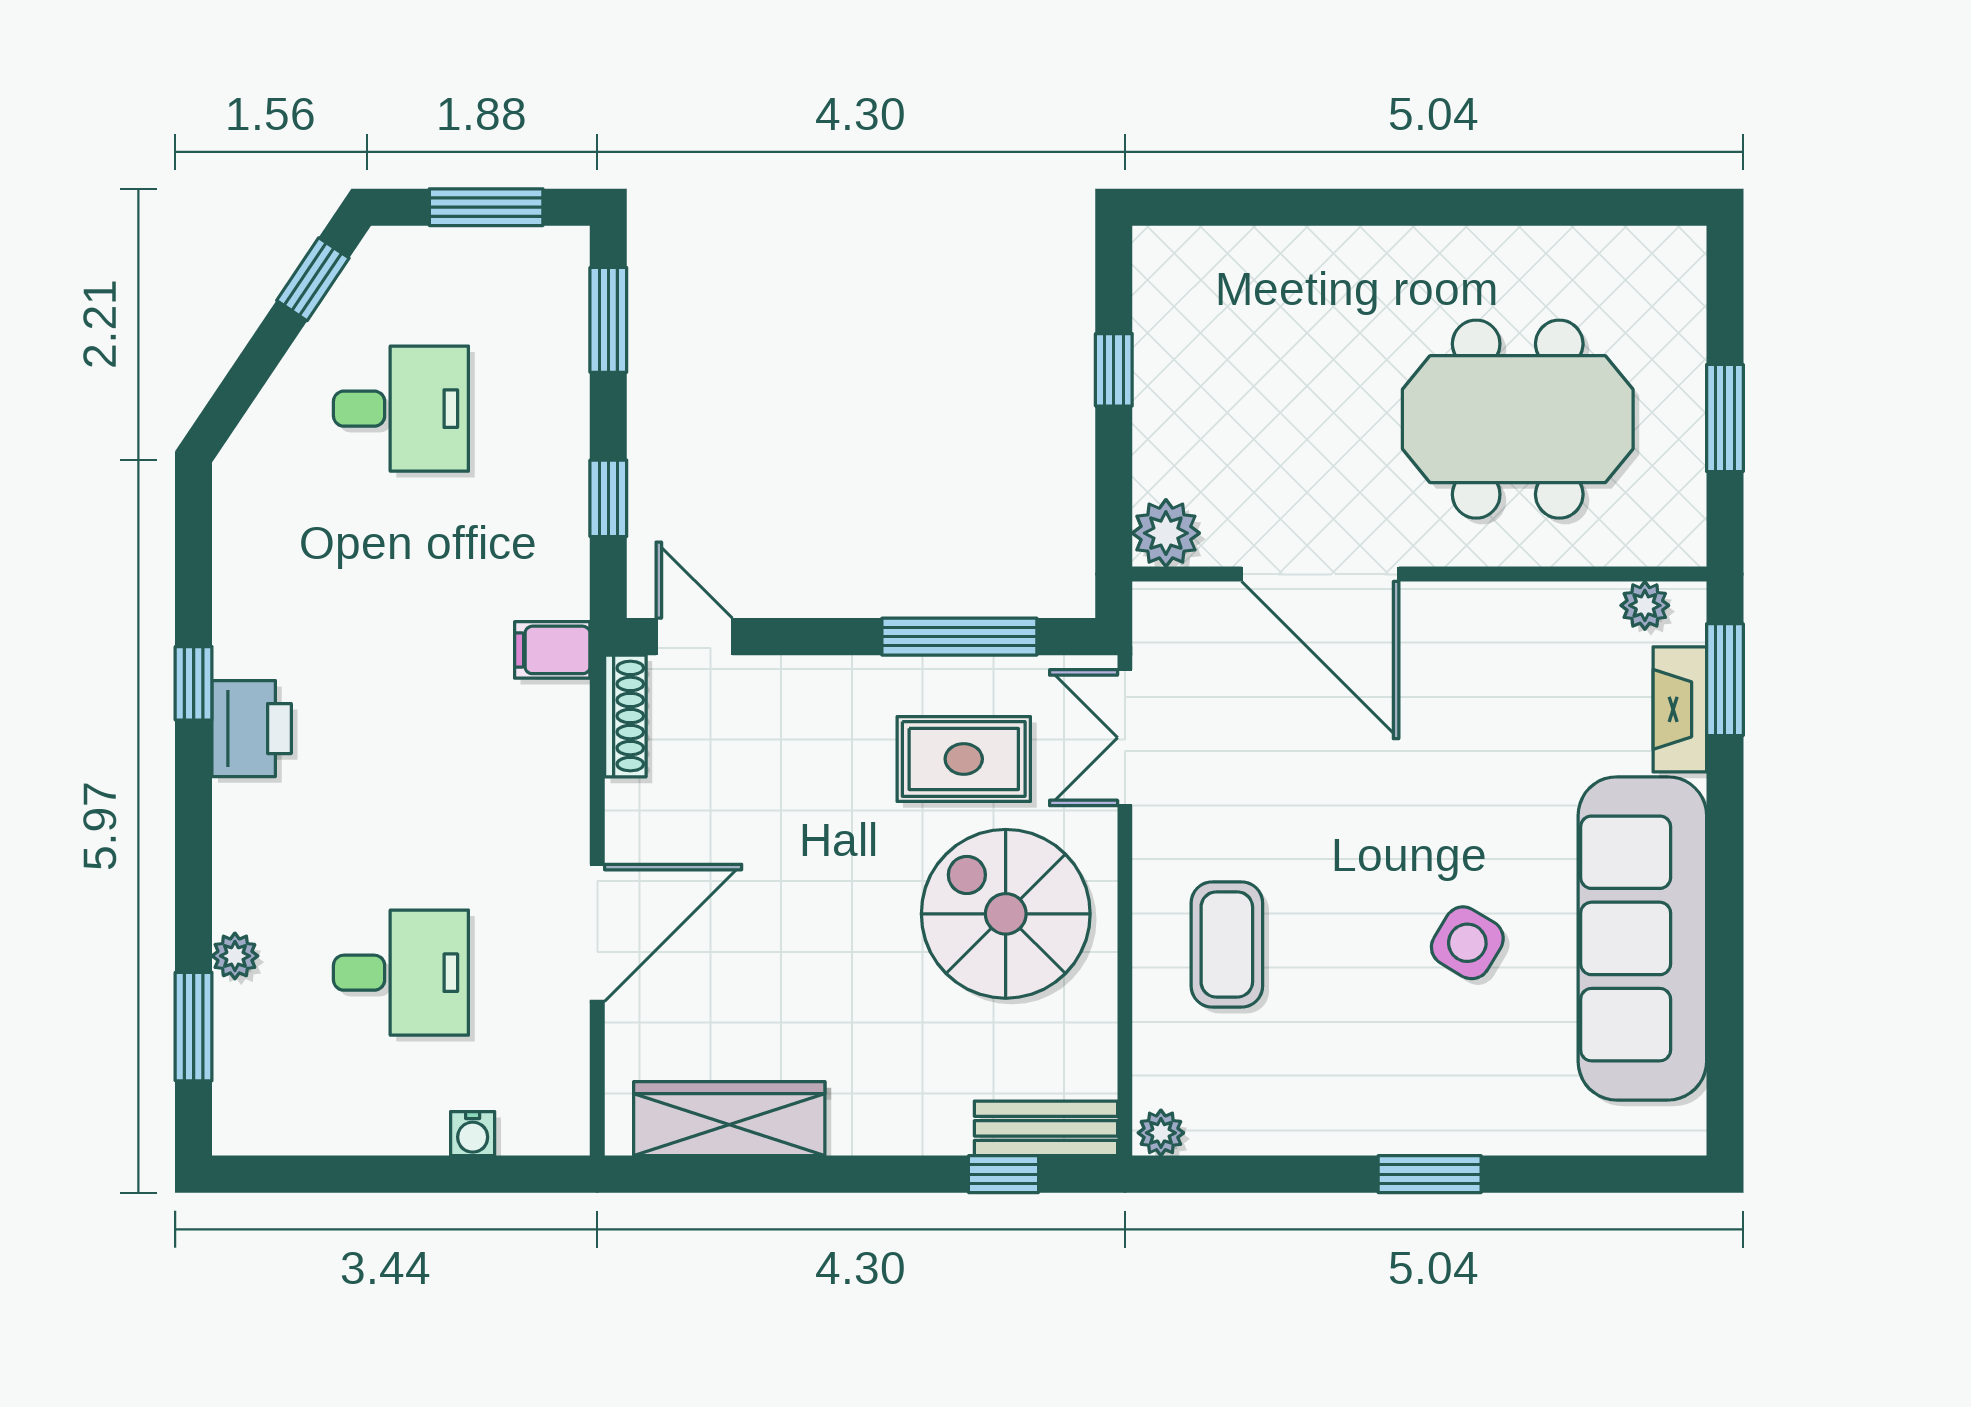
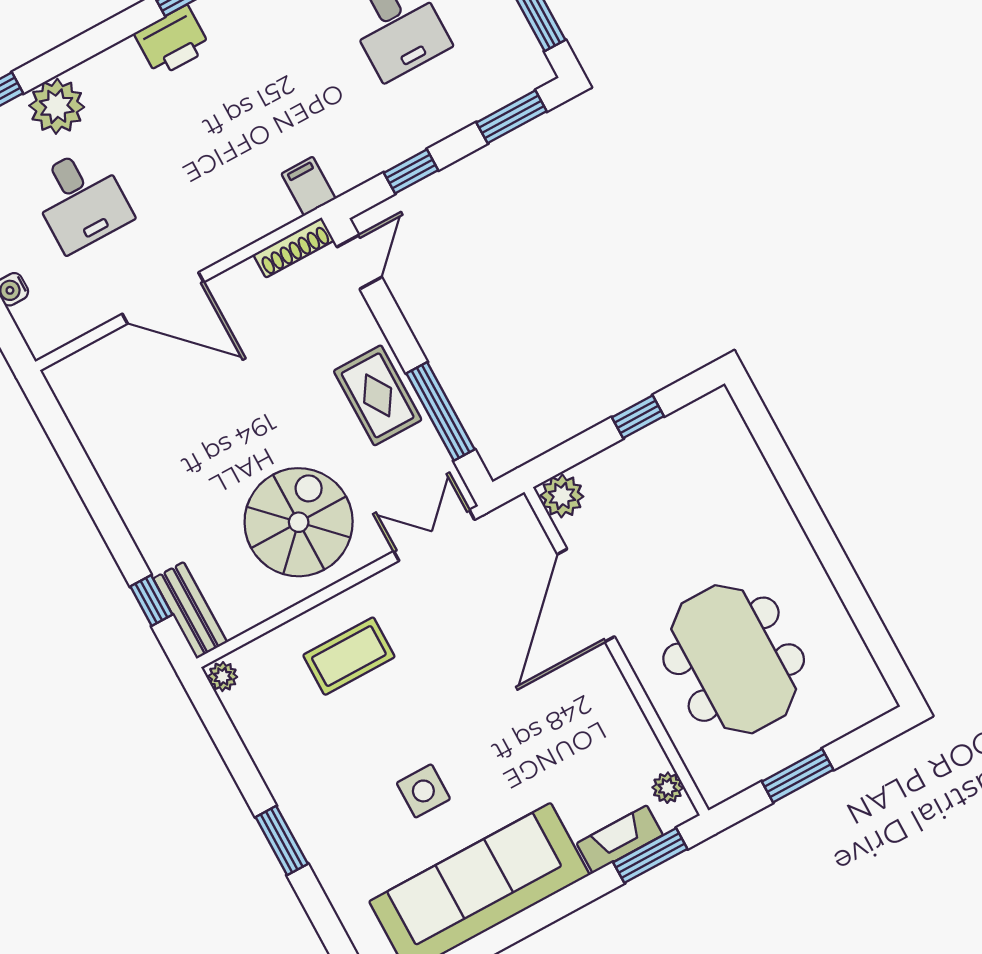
rug: (964, 759) -> (378, 395), moved
side table: (1467, 943) -> (423, 791), turned -31
plant: (235, 956) -> (57, 106), width x1.87, depth x1.87
wardrobe: (729, 1119) -> (99, 429), removed

